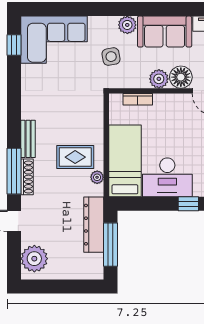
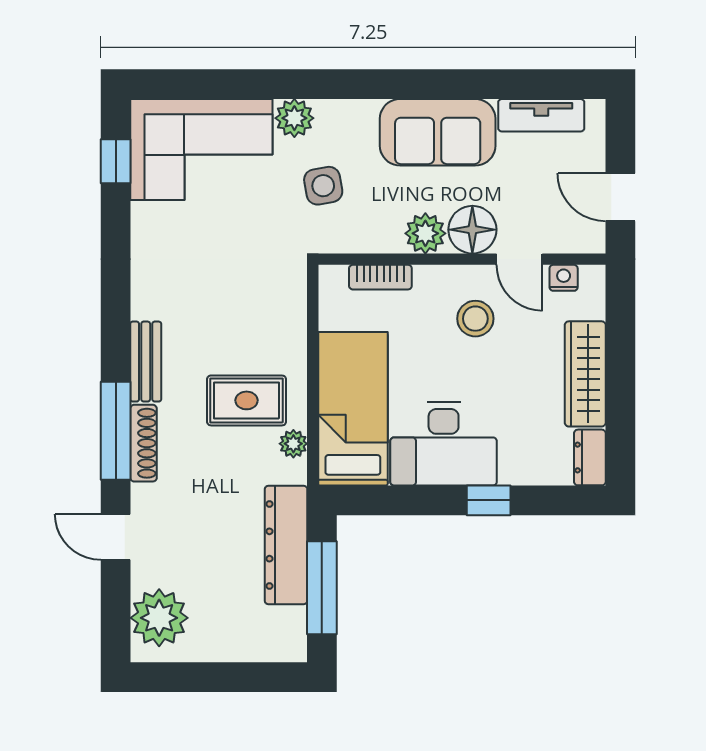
plant: (127, 25) -> (294, 118), moved
stool: (182, 119) -> (475, 319), added

